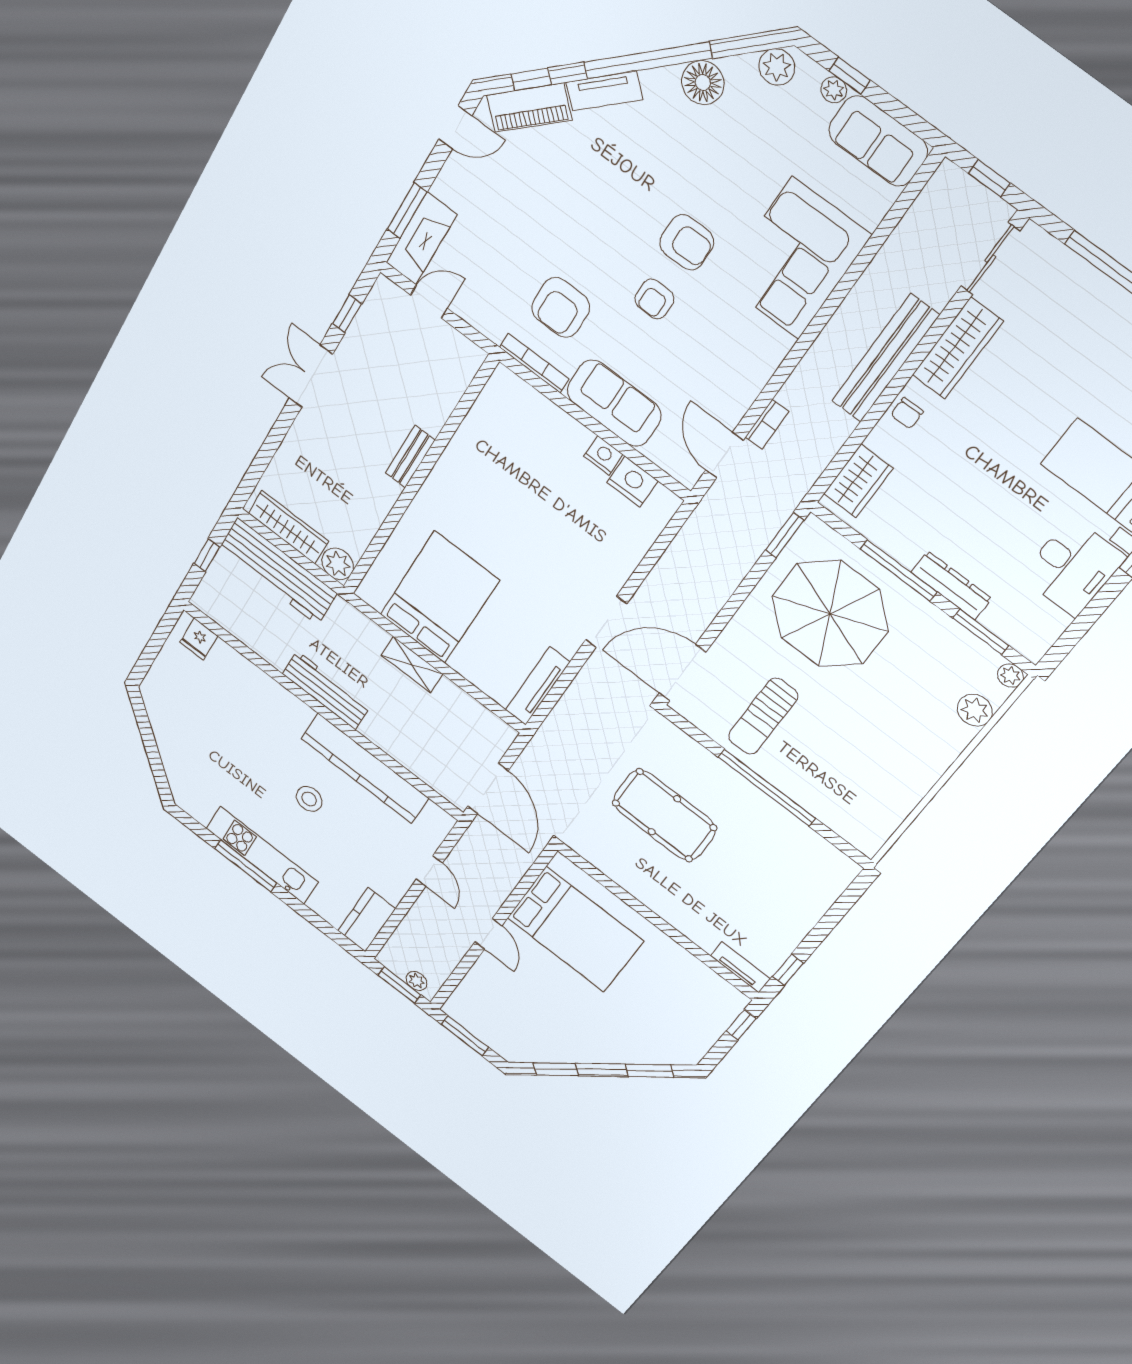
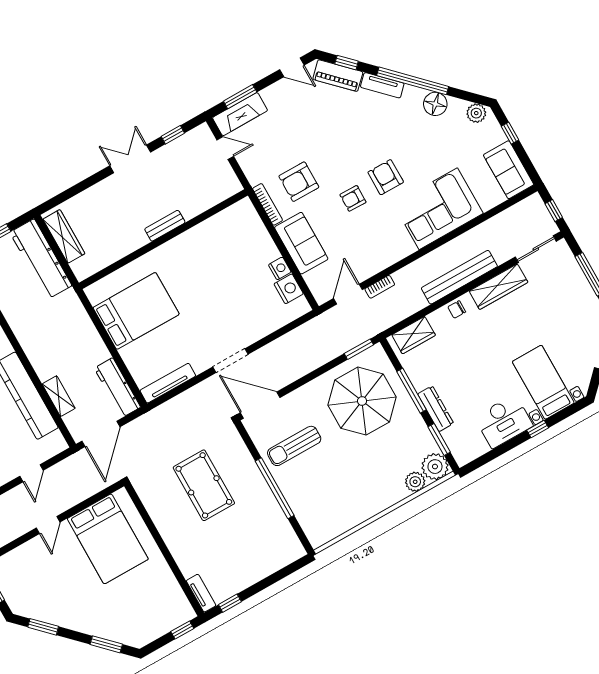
plant: (834, 90) -> (499, 136), removed
armchair: (687, 242) -> (386, 177), turned 180
plant: (338, 564) -> (83, 269), removed
shelving: (412, 665) -> (59, 396), moved
plant: (1010, 676) -> (435, 467), width x1.87, depth x1.87
workbench: (326, 690) -> (117, 388), moved, turned 180

